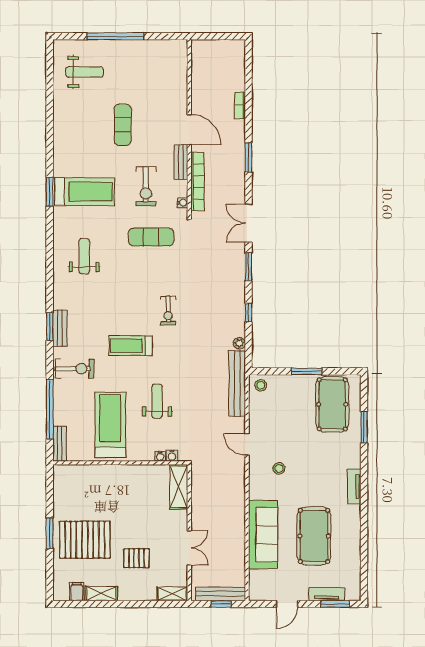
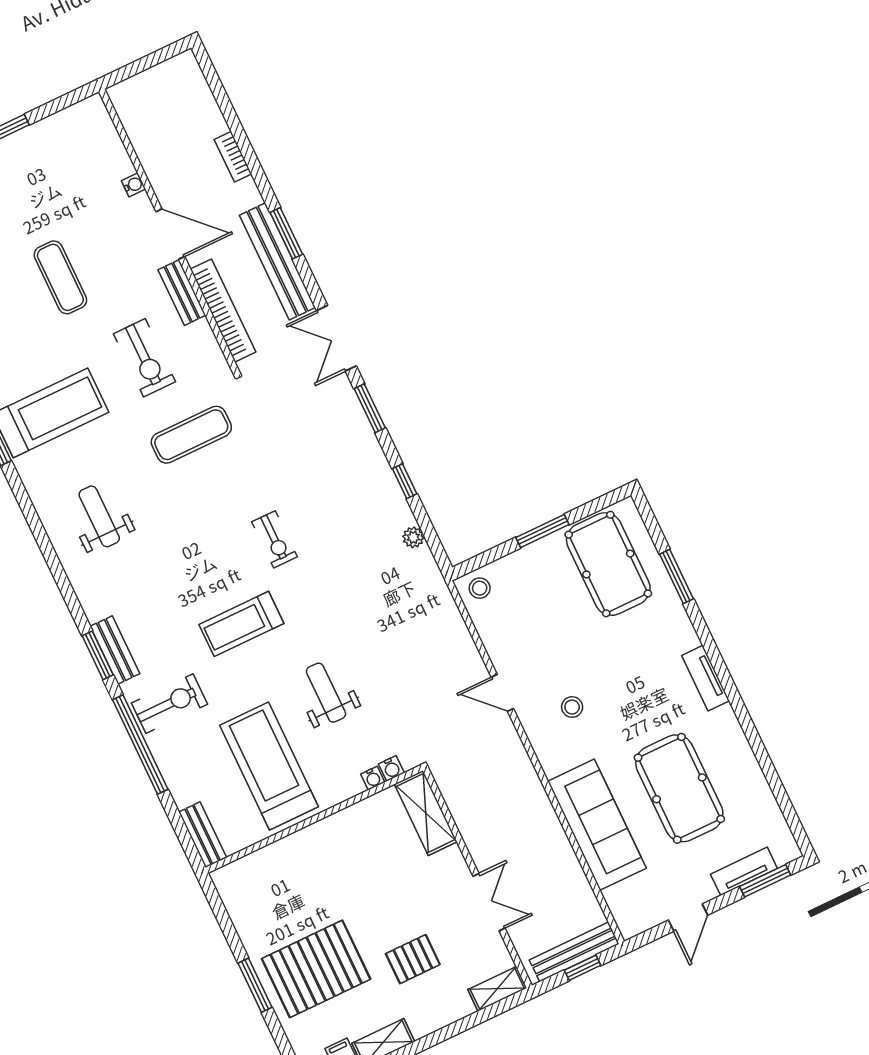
water cooler: (182, 203) -> (134, 185), moved
bench: (237, 383) -> (277, 261), moved
window: (50, 409) -> (140, 745), moved

